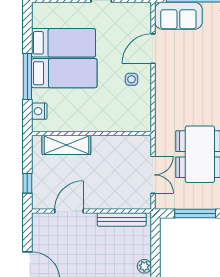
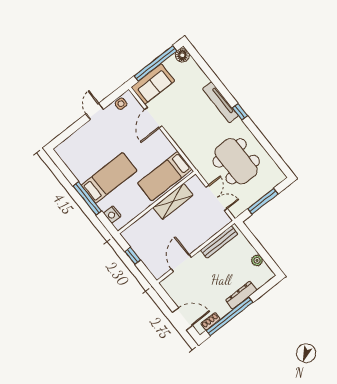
bed: (63, 43) -> (165, 176), moved, turned 180
side table: (131, 79) -> (121, 104), moved
shelving: (66, 145) -> (173, 201), moved
window: (27, 183) -> (133, 256), moved

